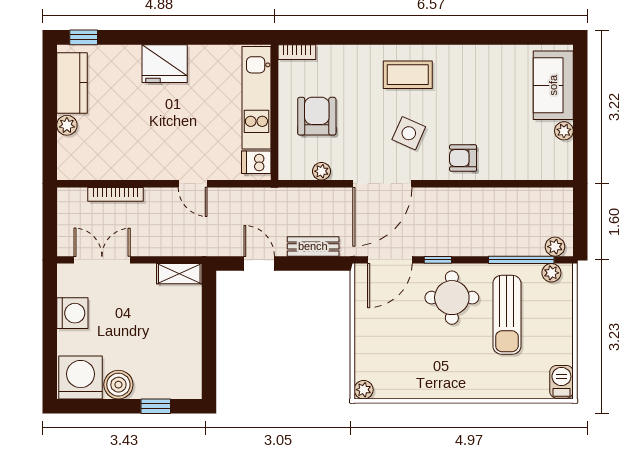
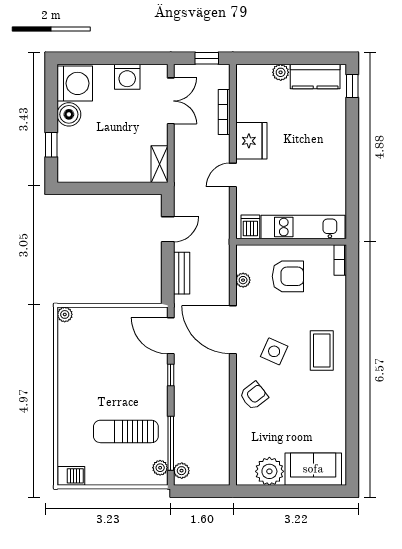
fridge: (165, 64) -> (251, 141), moved, turned 180
plant: (564, 131) -> (269, 471), width x1.88, depth x1.88
armchair: (463, 158) -> (254, 396), turned 52
window: (50, 216) -> (207, 58), added
round table: (452, 298) -> (140, 386), removed

